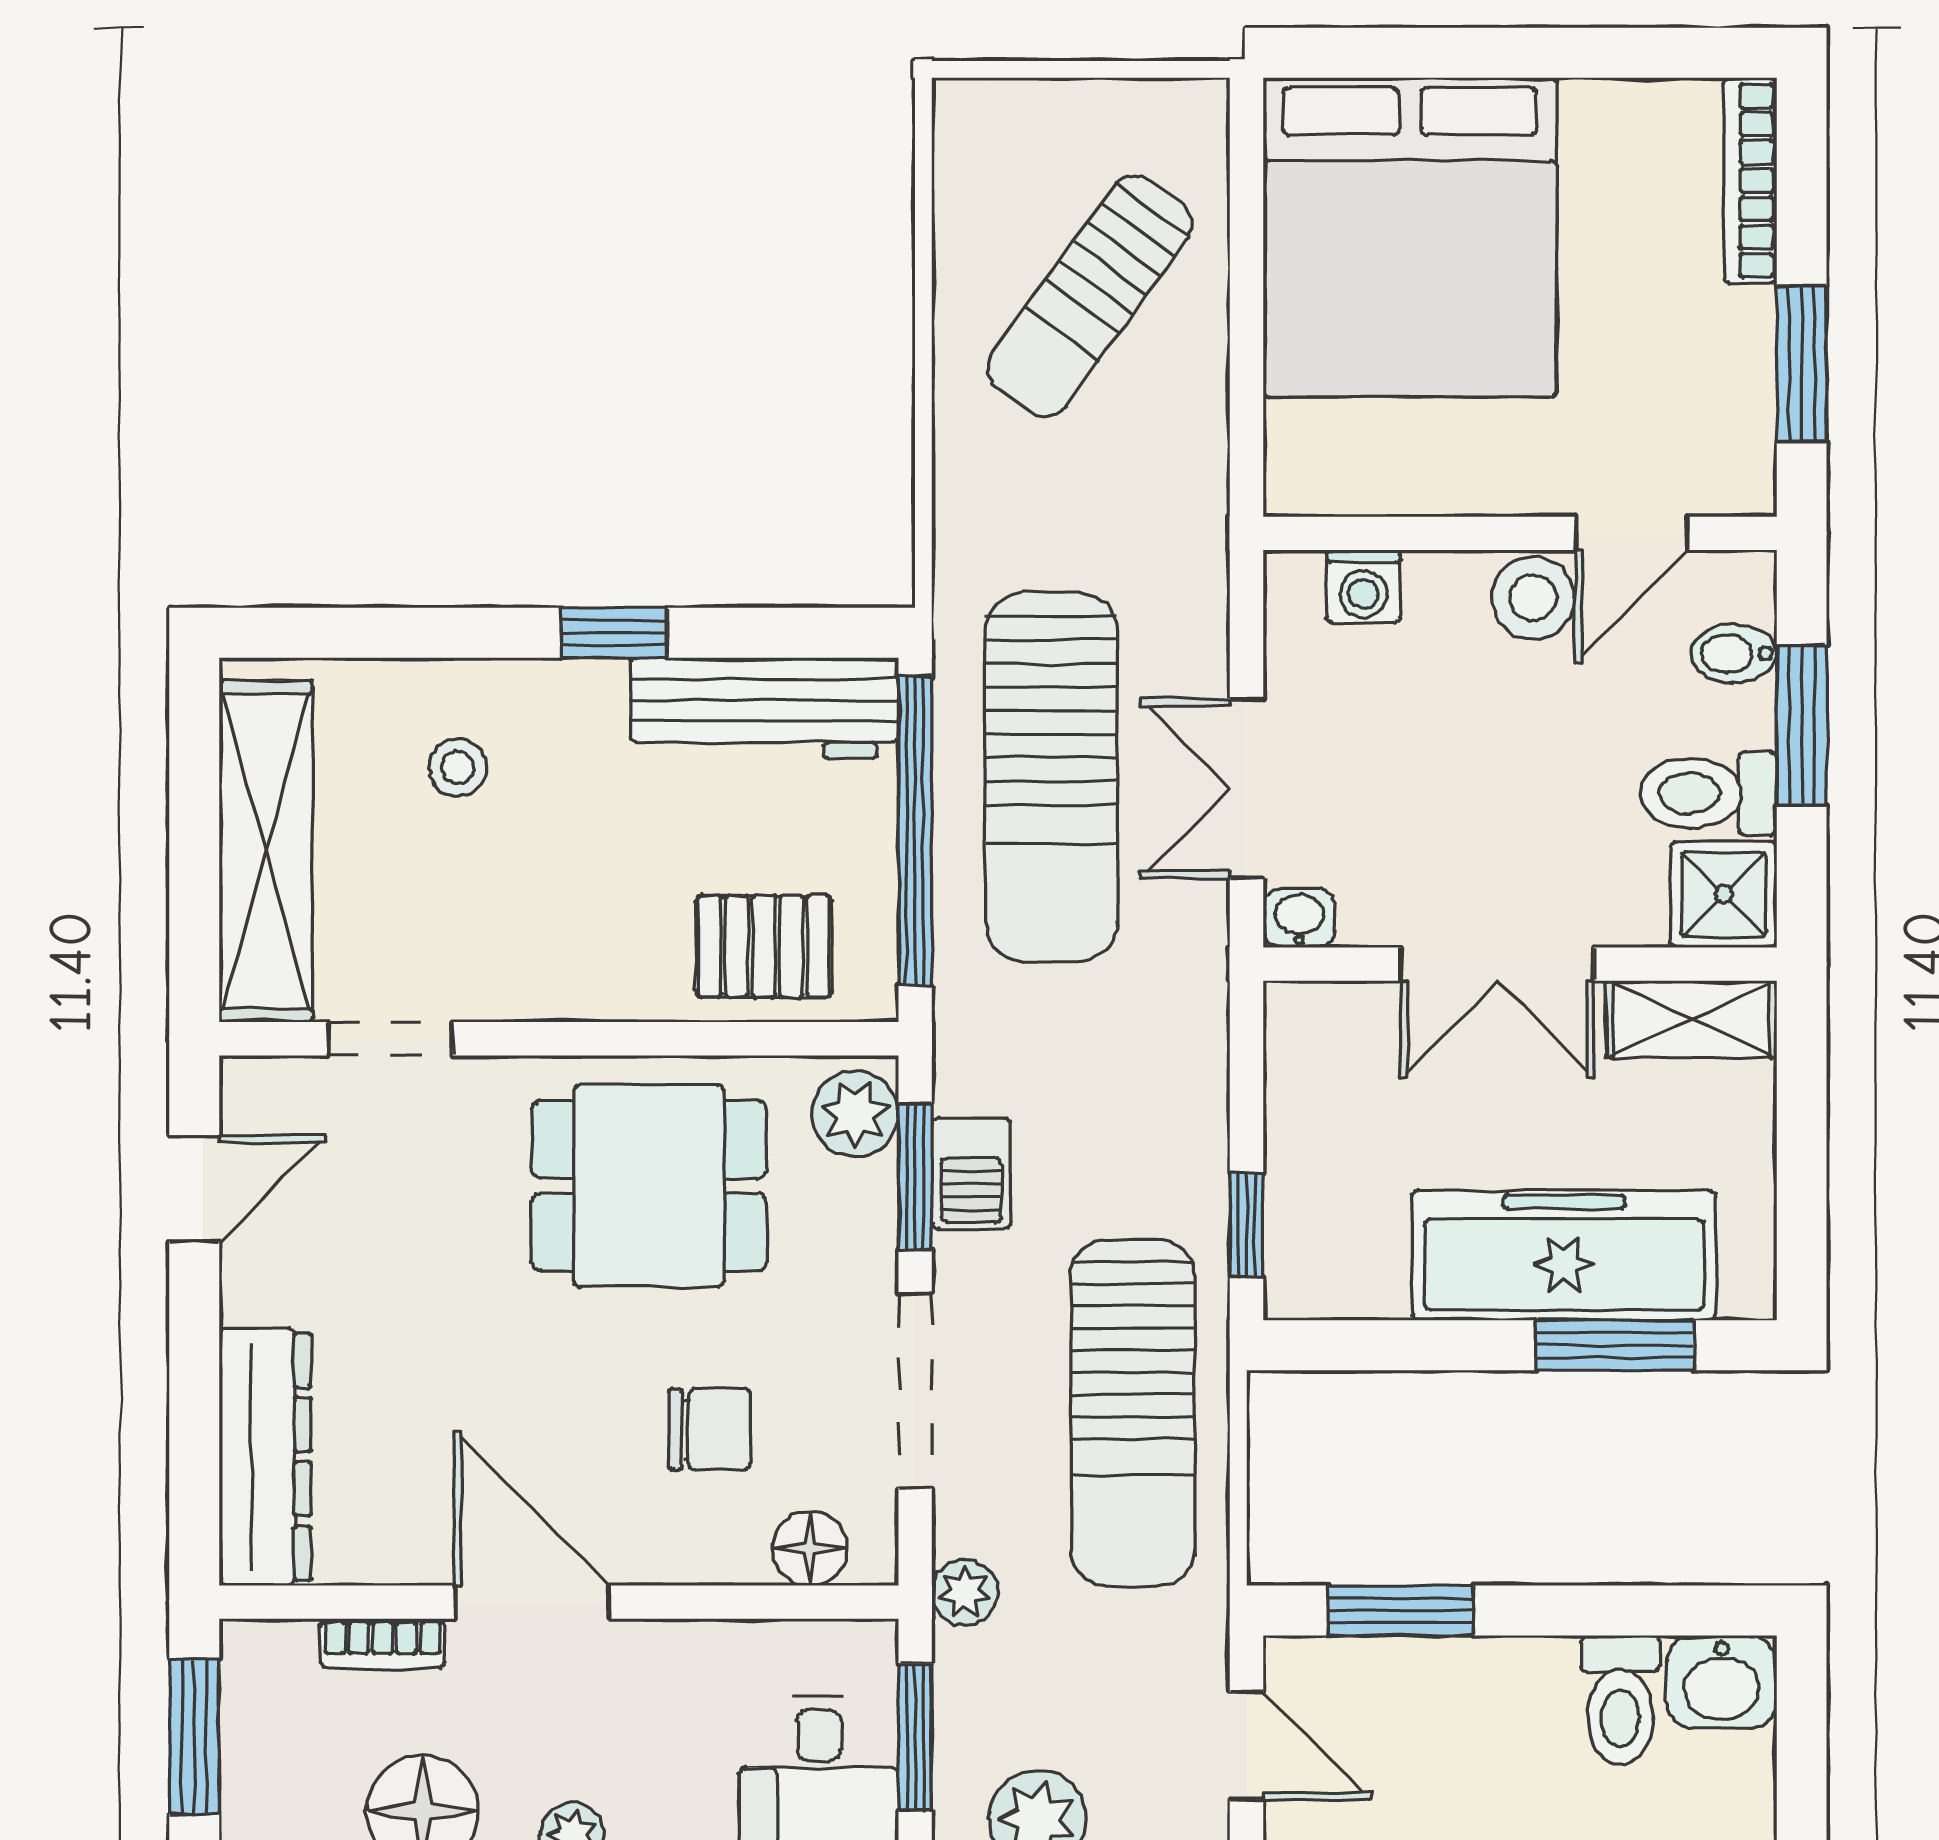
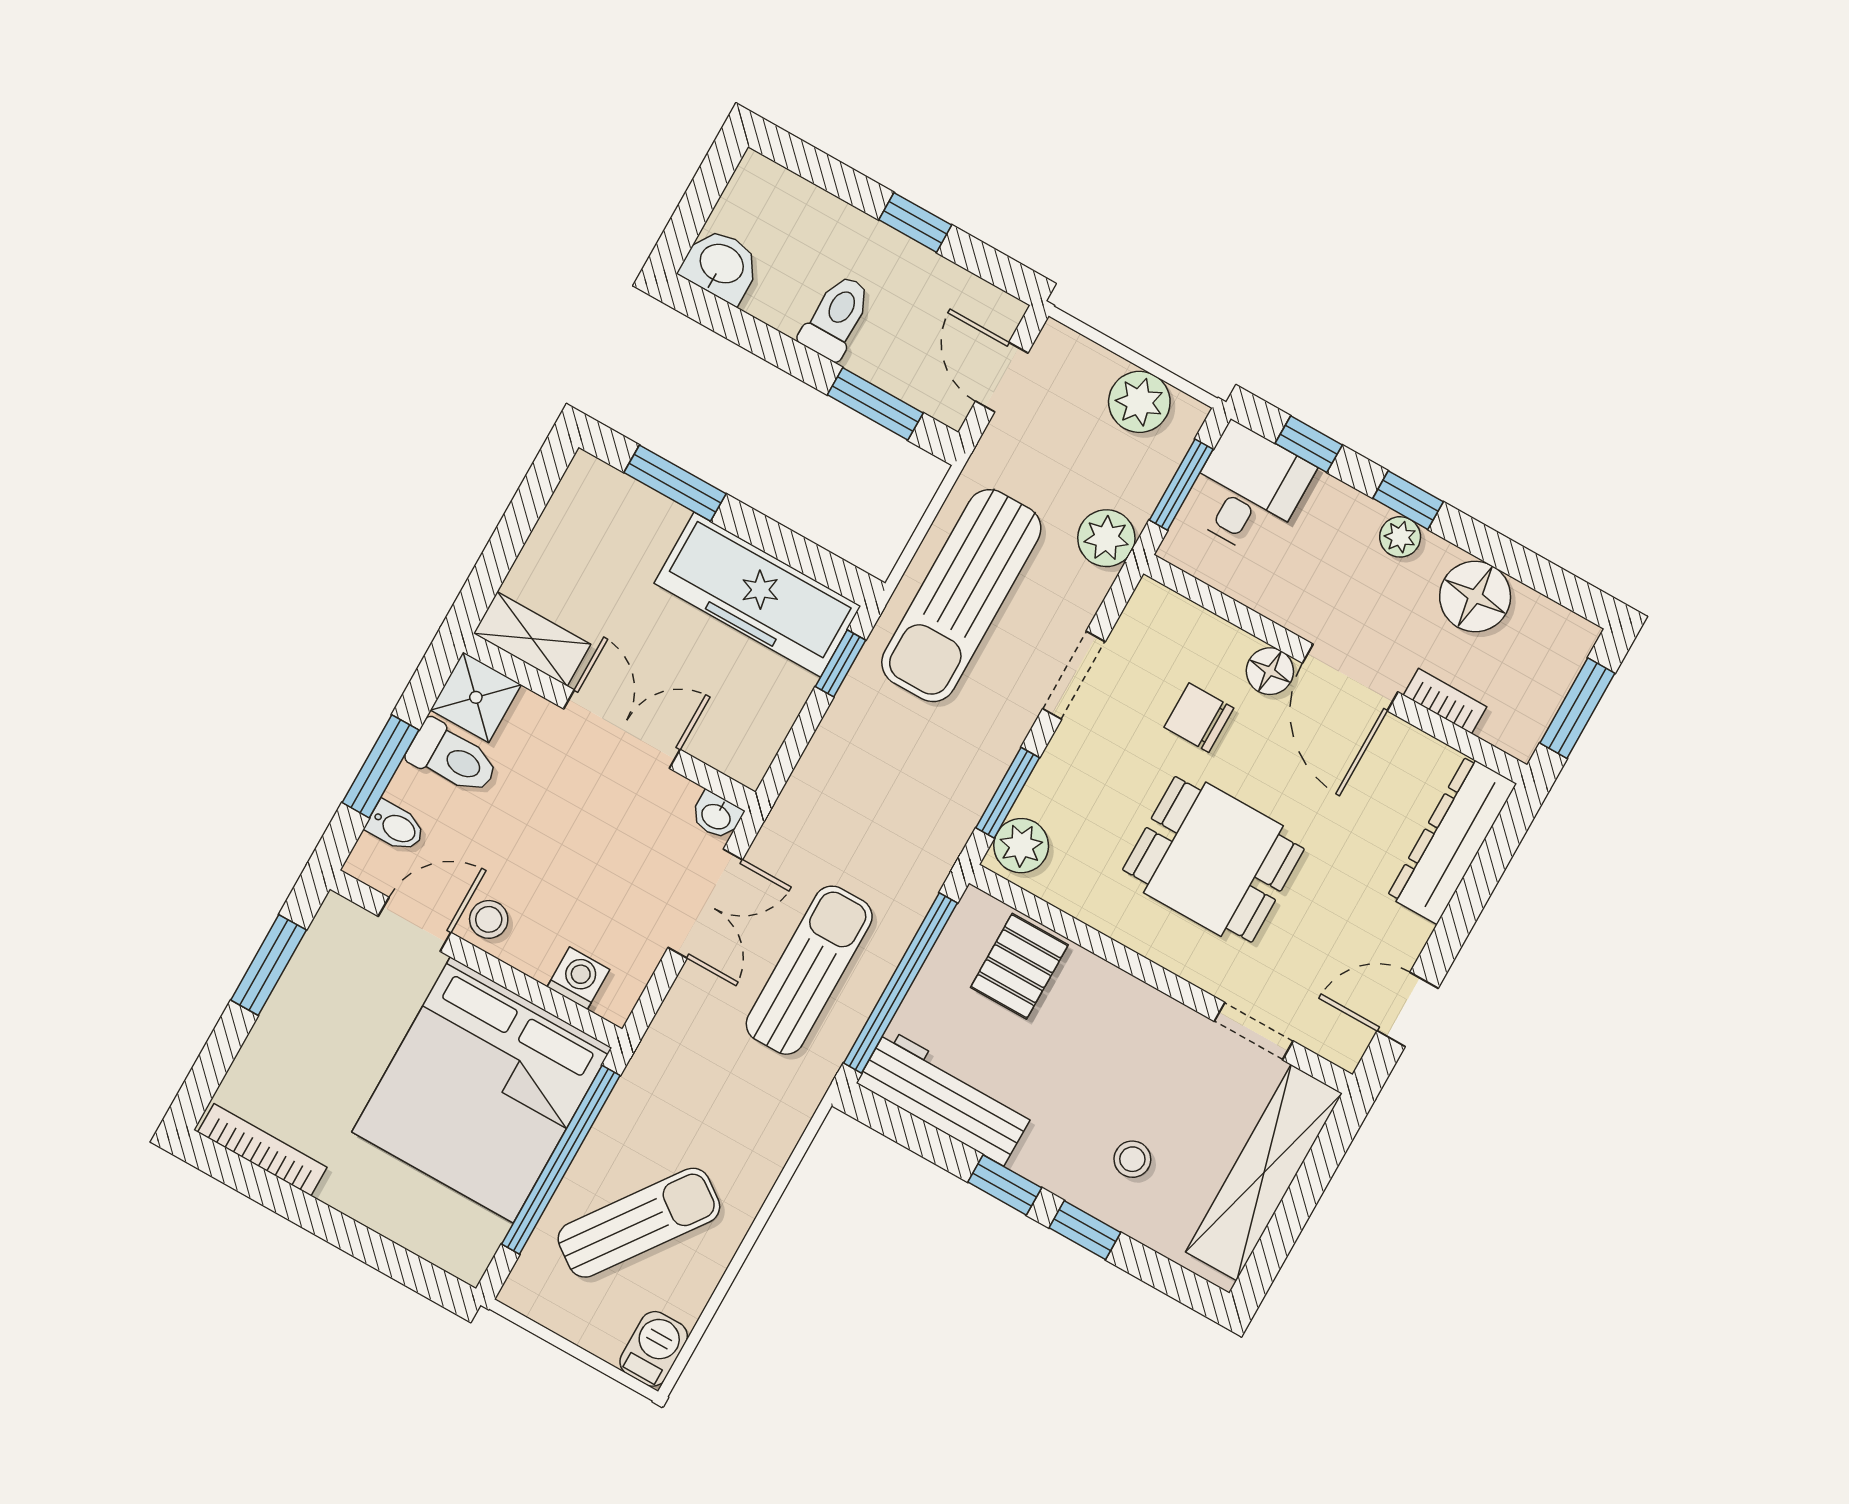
bookcase: (1750, 181) -> (262, 1150), moved, turned -90
bed: (1410, 237) -> (482, 1090), moved, turned 180
window: (1247, 322) -> (561, 1160), added
stool: (1533, 598) -> (489, 919), width x0.73, depth x0.73
window: (468, 633) -> (1085, 1230), added
sun lounger: (1051, 777) -> (809, 970), width x0.73, depth x0.75
pallet: (764, 946) -> (1019, 966), turned 90
barbecue: (971, 1173) -> (654, 1349), moved
dining table: (649, 1186) -> (1213, 859), moved
freezer: (1564, 1255) -> (757, 595), moved
doorway: (915, 1390) -> (1074, 675), width x0.73
sun lounger: (1132, 1413) -> (961, 596), turned 180
floor lamp: (810, 1548) -> (1270, 671), moved
plant: (965, 1592) -> (1106, 538), width x1.38, depth x1.38
toilet: (1620, 1700) -> (836, 317), moved

